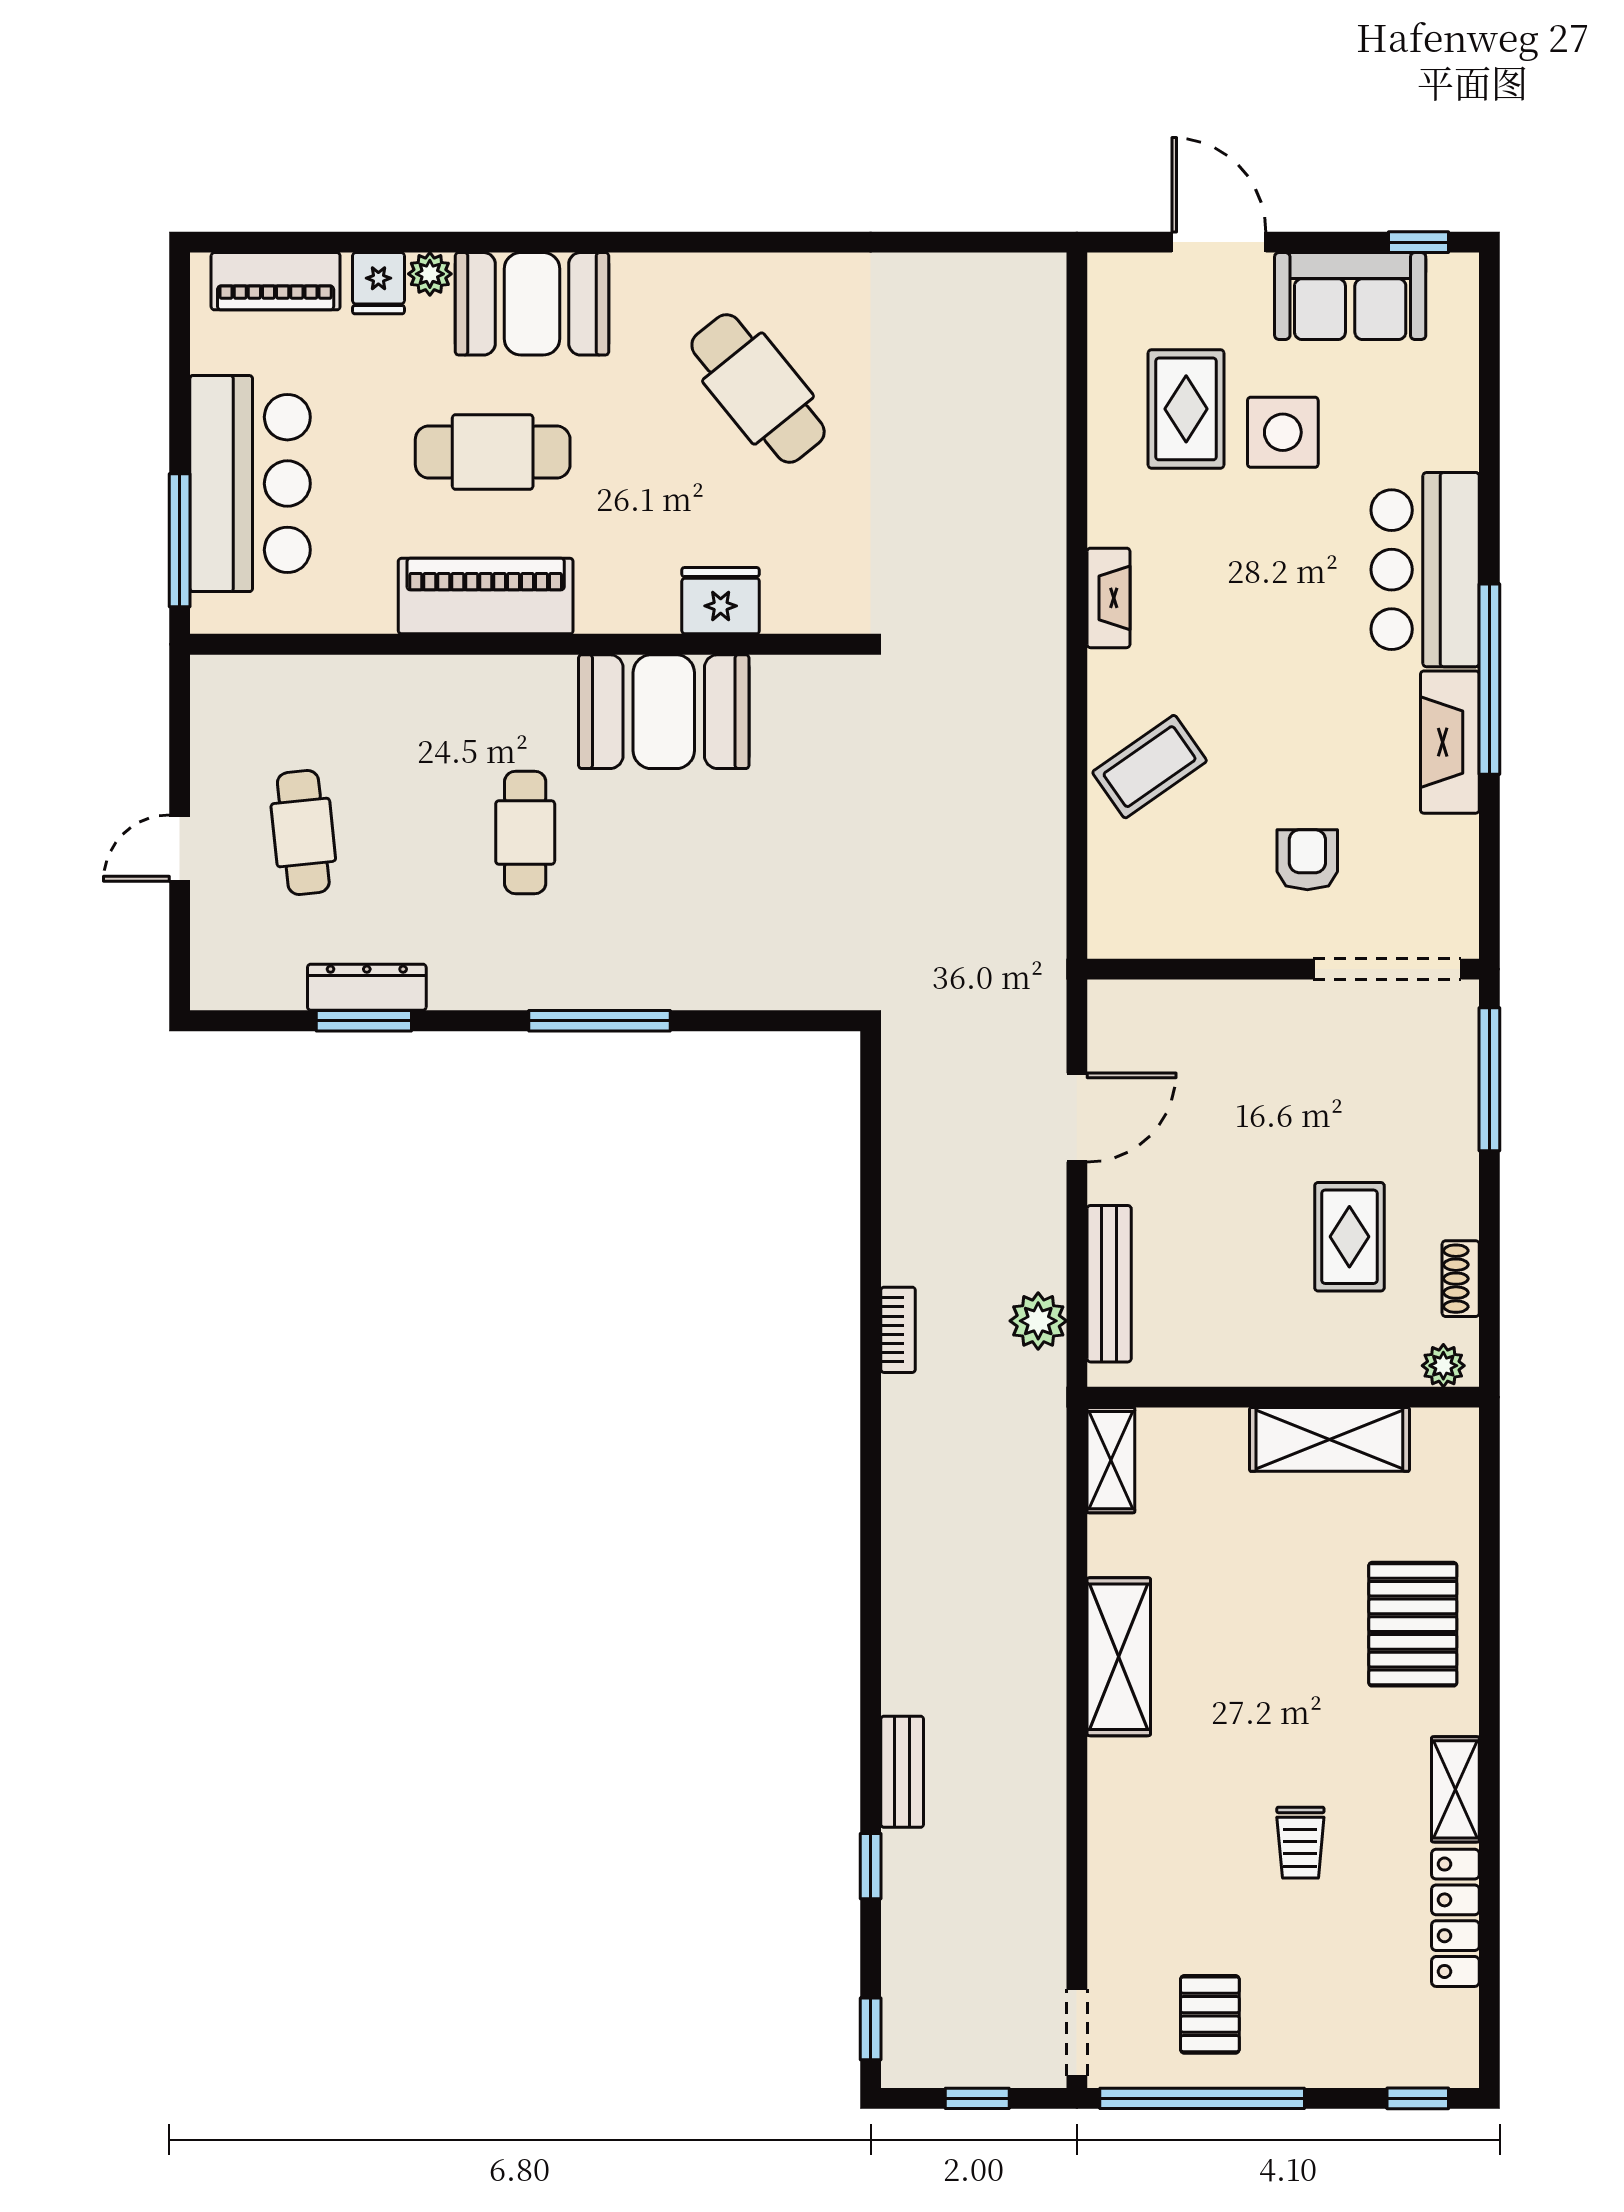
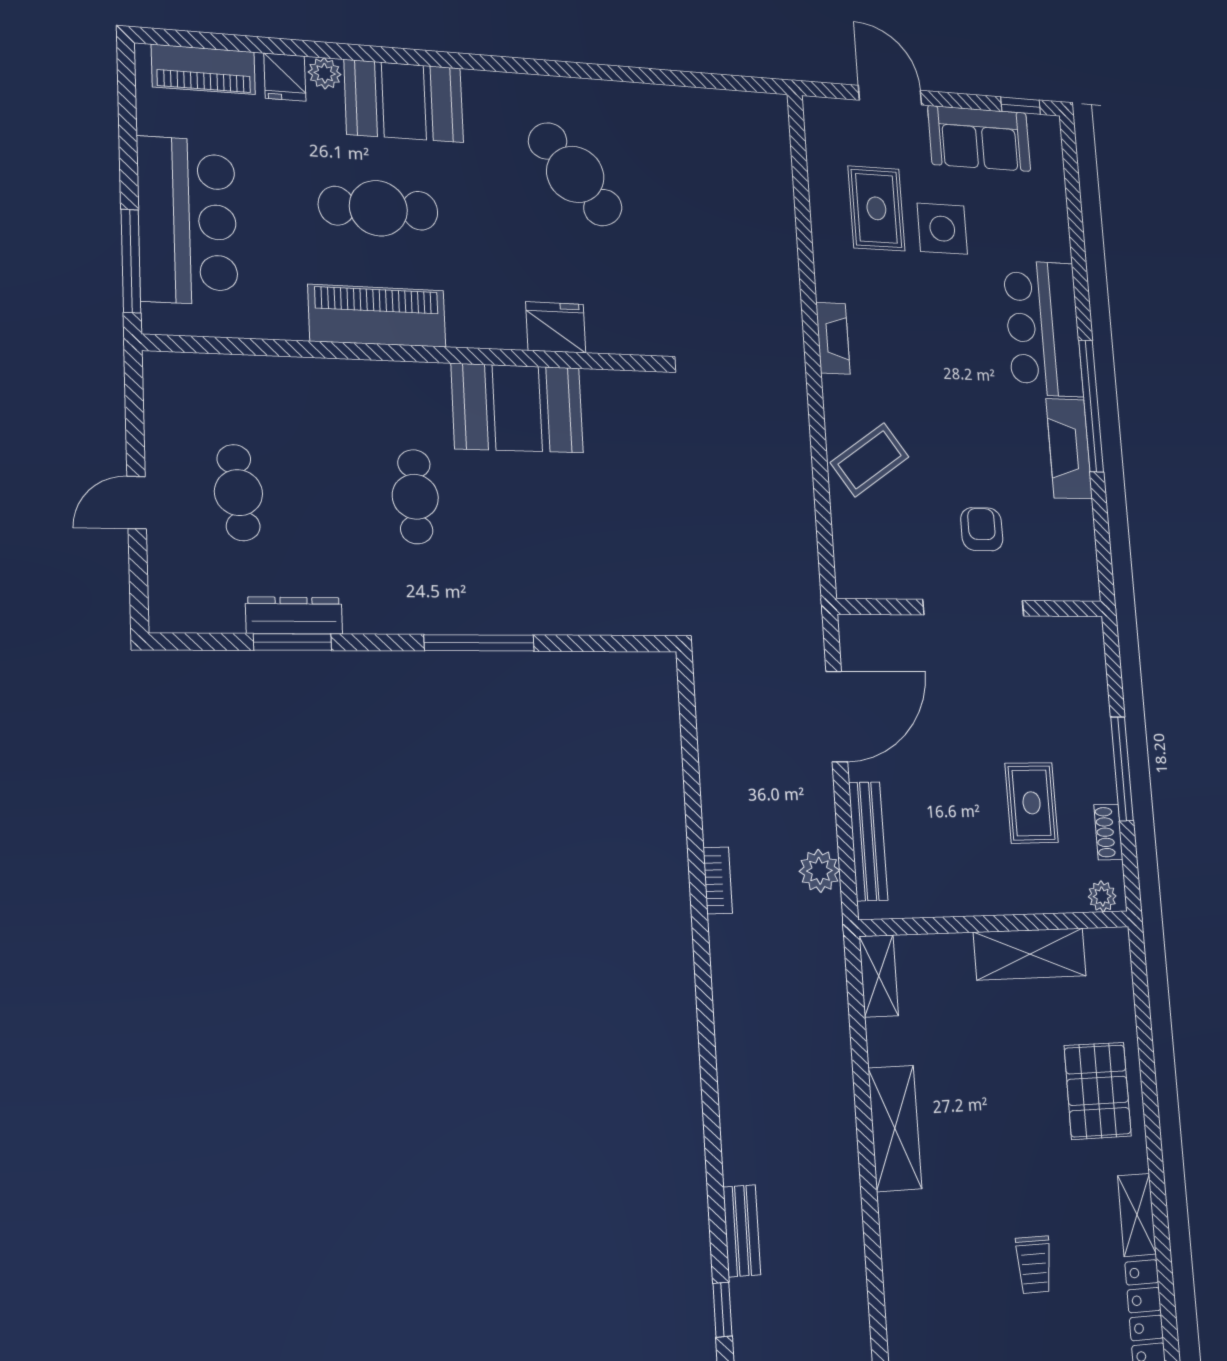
doorway: (1387, 969) -> (973, 608), moved
window: (1489, 1079) -> (1122, 769), moved
door: (1077, 1117) -> (837, 716), width x1.36

